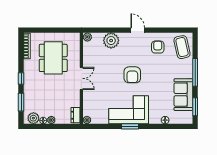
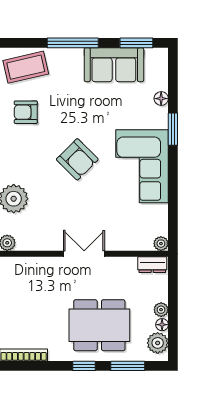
dining table: (53, 58) -> (99, 325), moved
armchair: (132, 75) -> (77, 159), turned 45
window: (130, 126) -> (173, 129), moved

